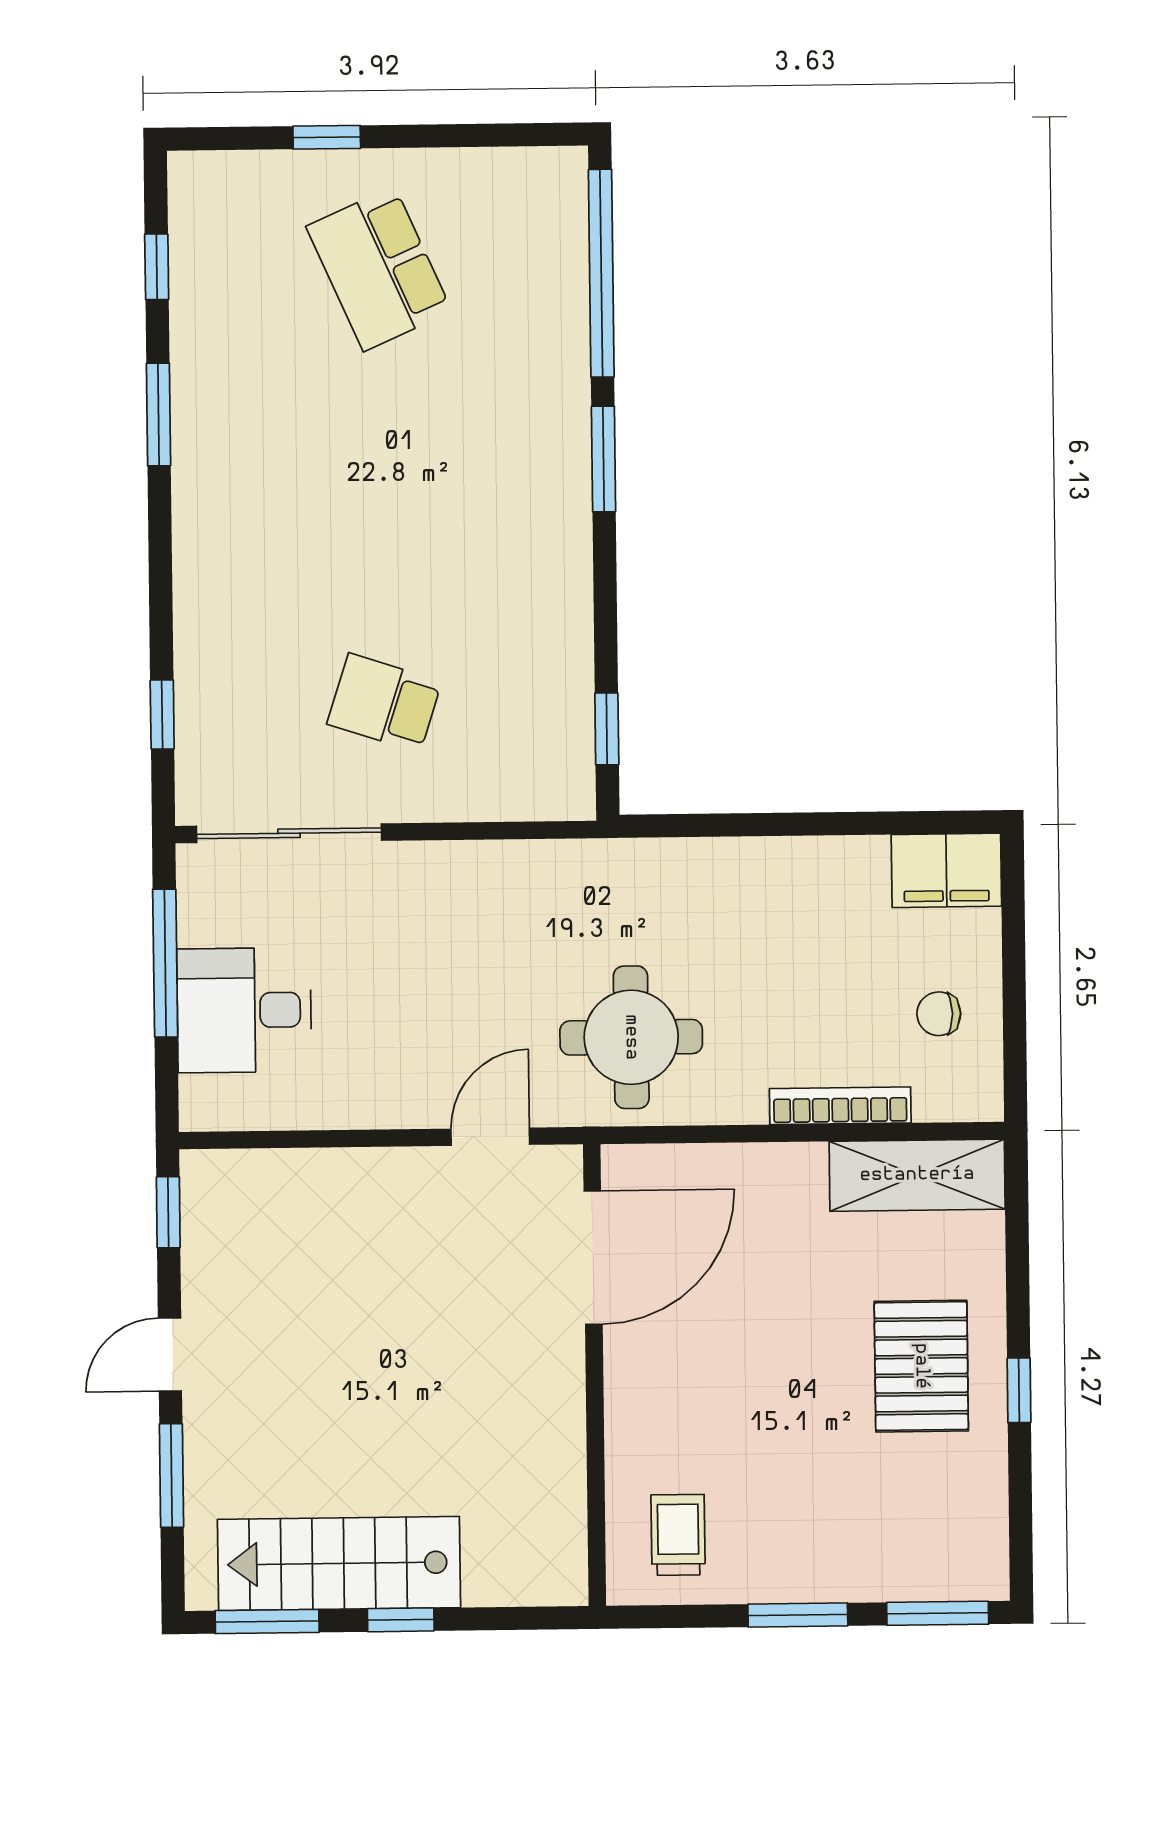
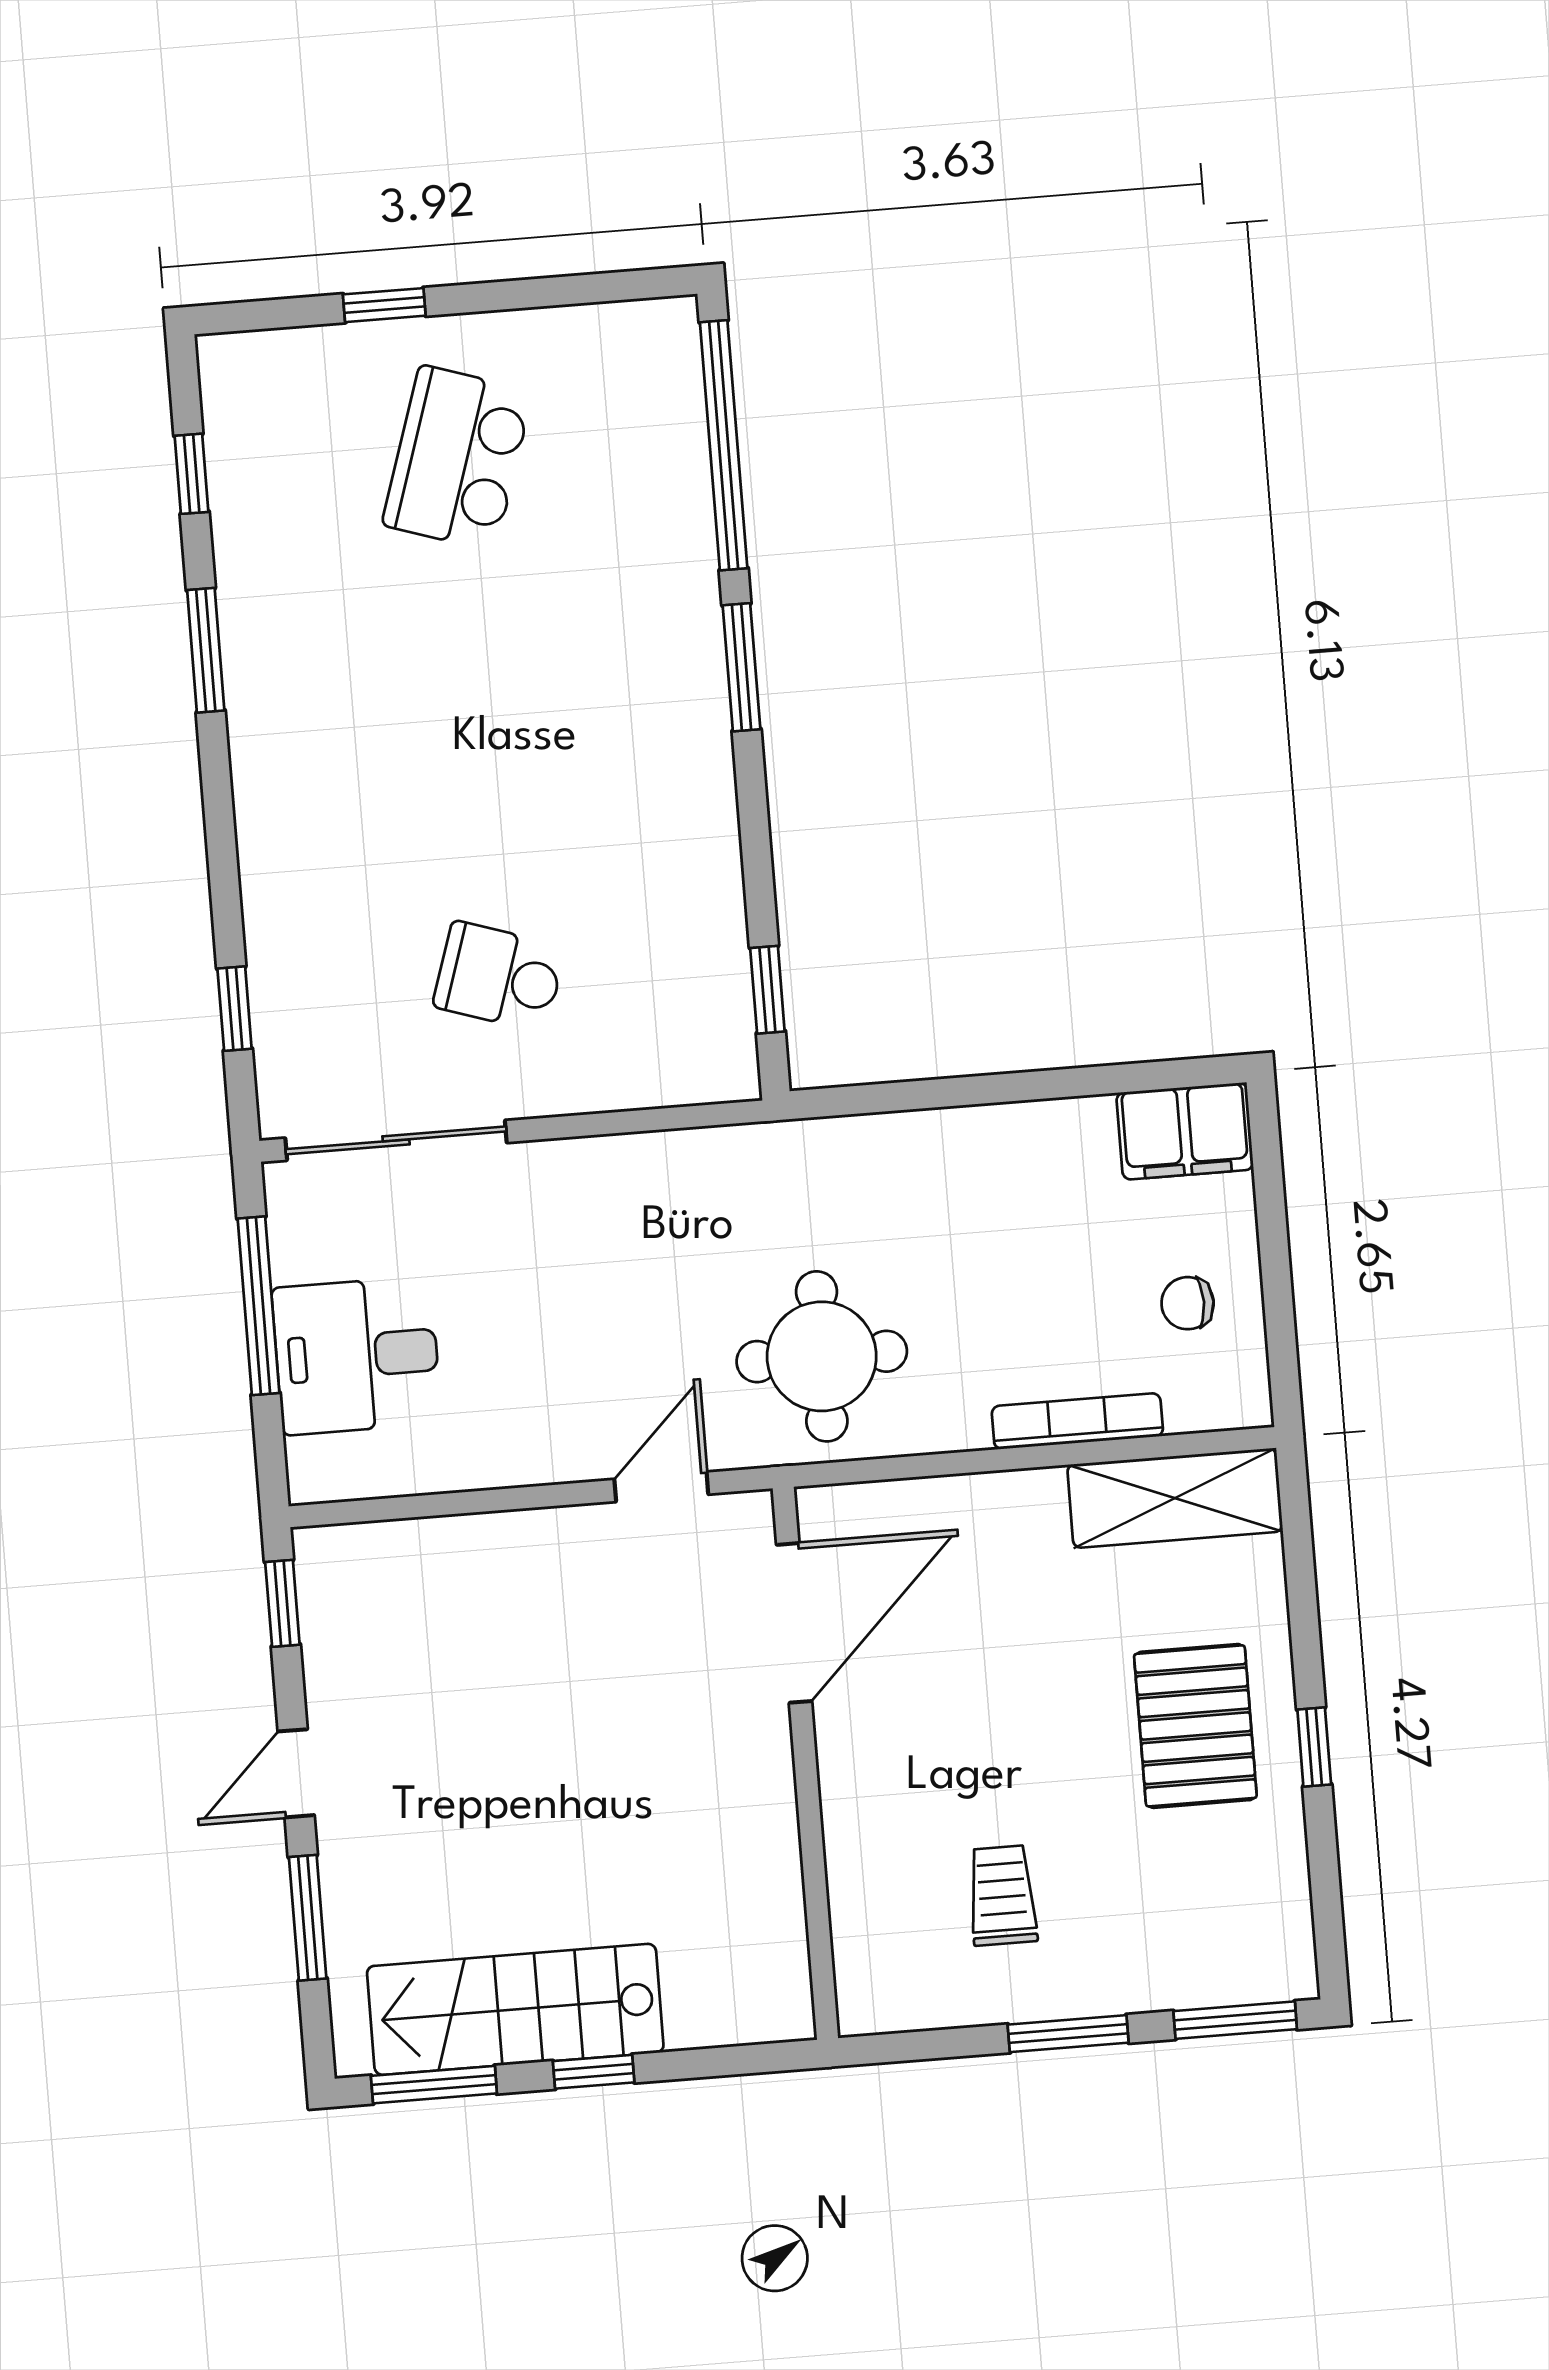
school desk: (379, 269) -> (457, 458), turned 42
trolley: (678, 1535) -> (1002, 1895), moved

